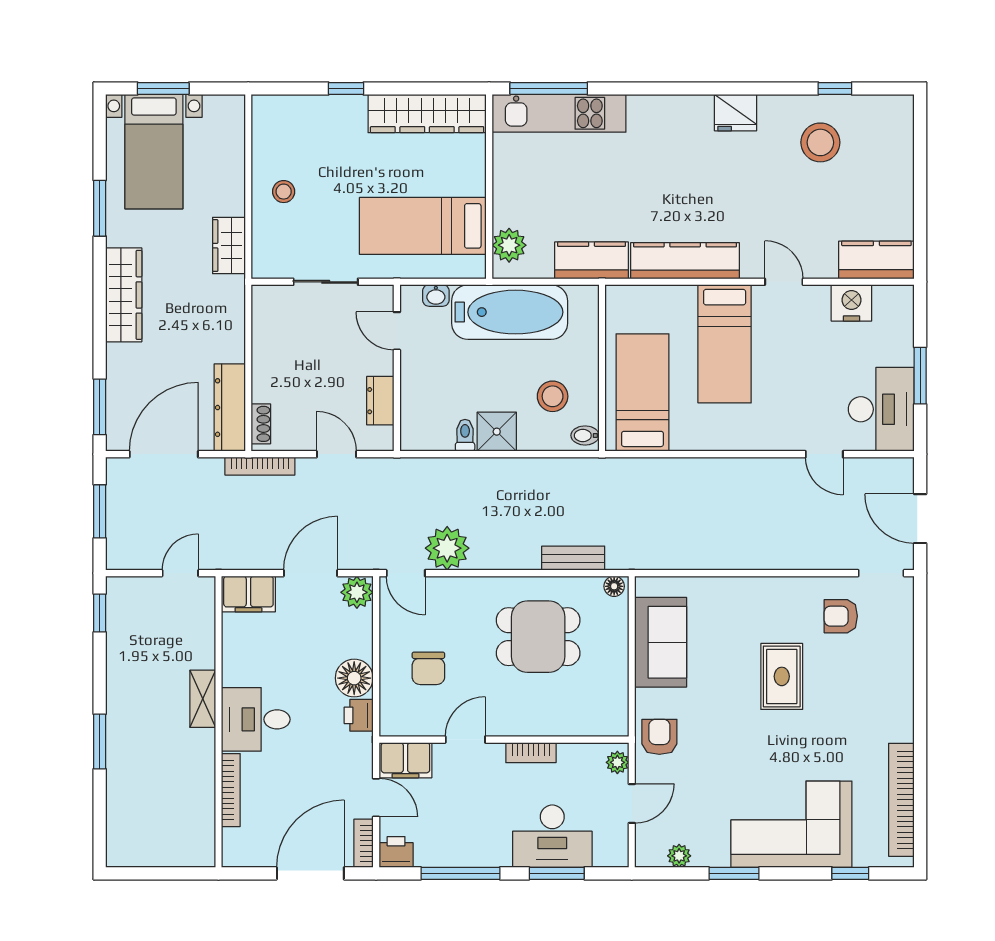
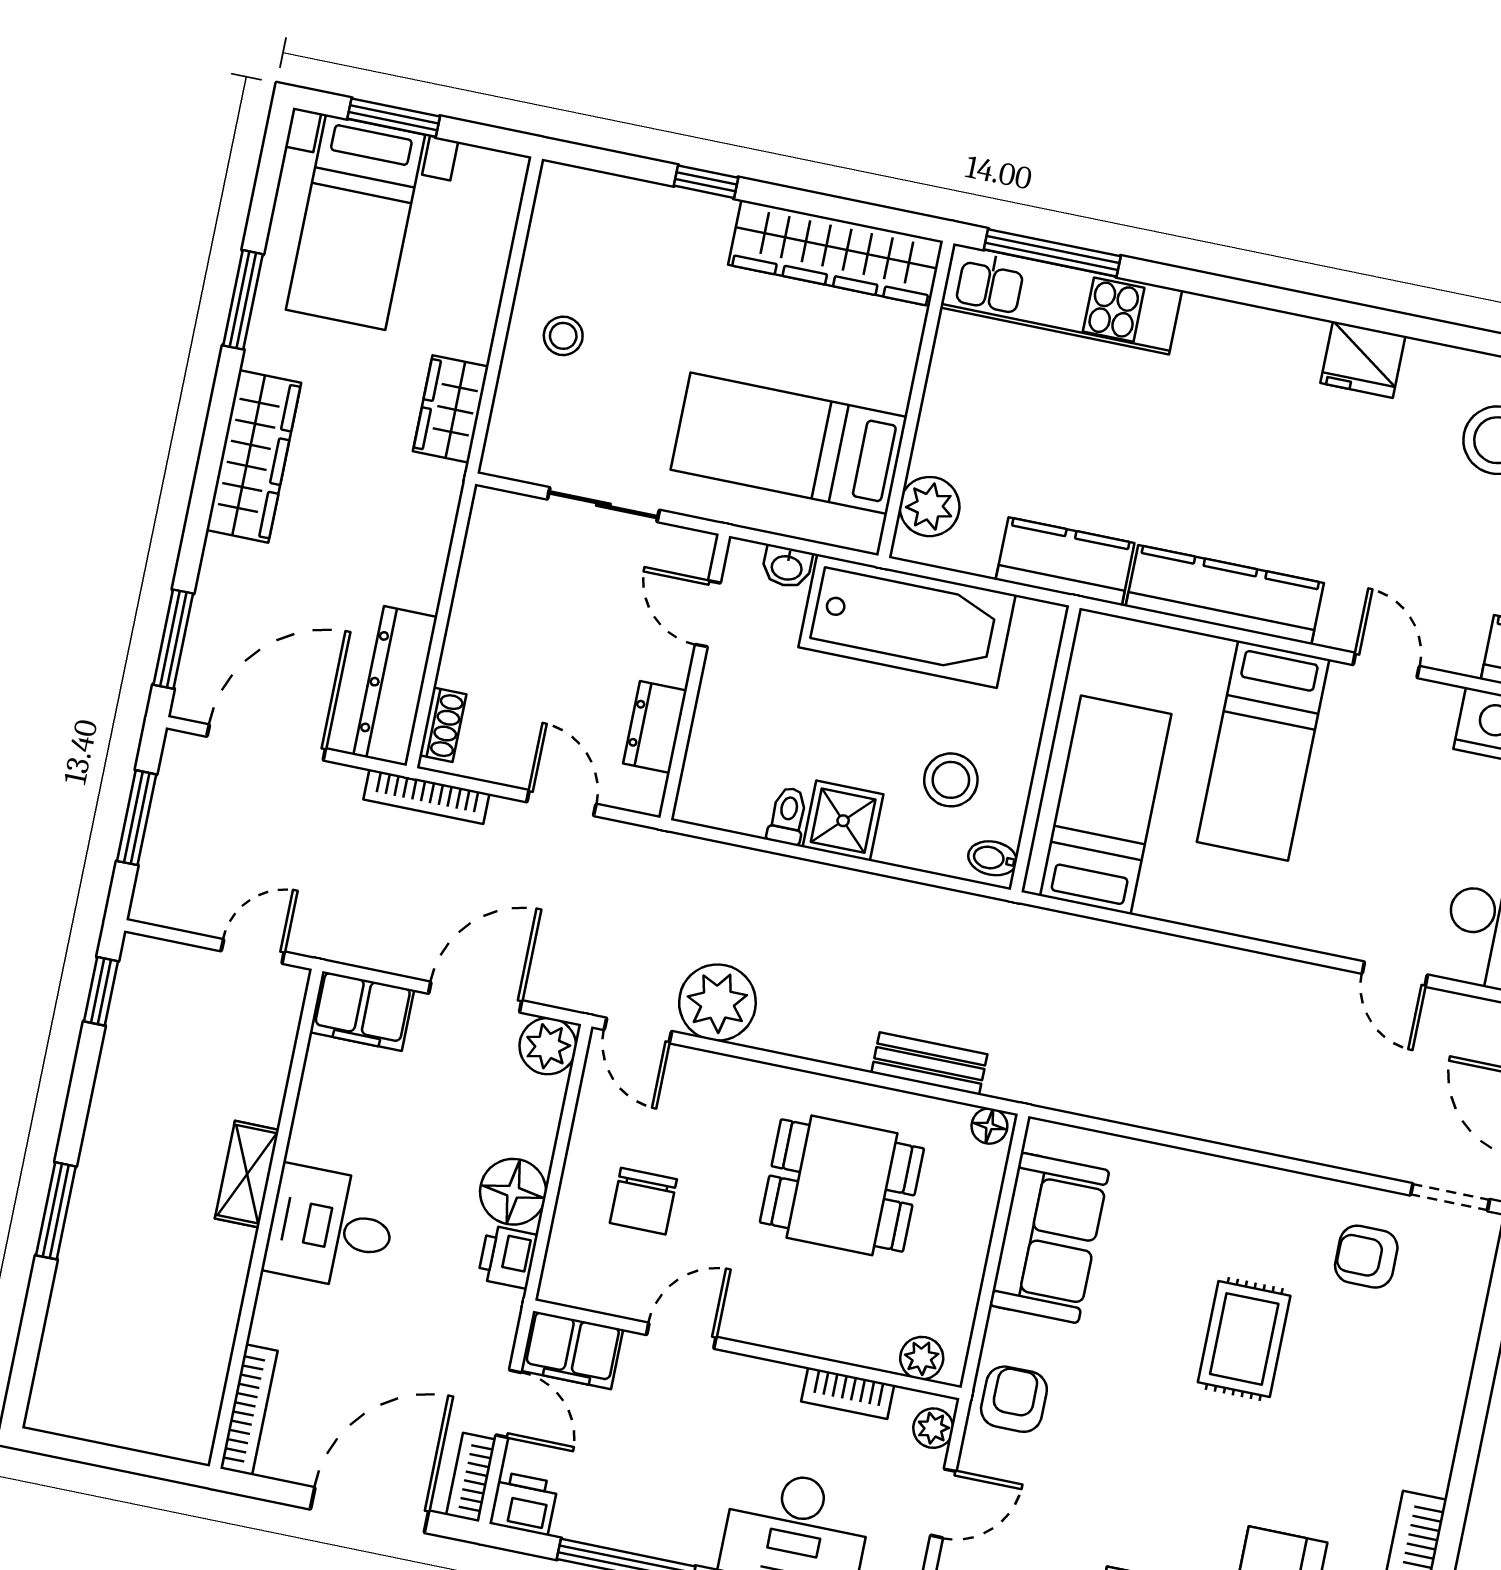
plant: (603, 724) -> (922, 1358), added
bookcase: (531, 753) -> (848, 1393), moved
bookcase: (231, 790) -> (249, 1410), moved

